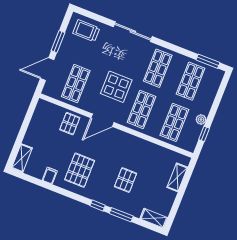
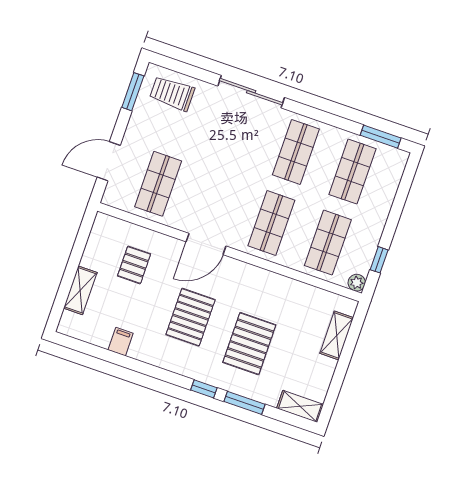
window: (58, 42) -> (133, 92), moved
display table: (116, 87) -> (227, 186), removed
plant: (201, 119) -> (357, 283), moved
pallet: (70, 124) -> (134, 265), moved
shelving: (22, 158) -> (80, 290), moved
pallet: (80, 170) -> (191, 317), moved
pallet: (126, 180) -> (249, 344), width x1.50, depth x1.42

